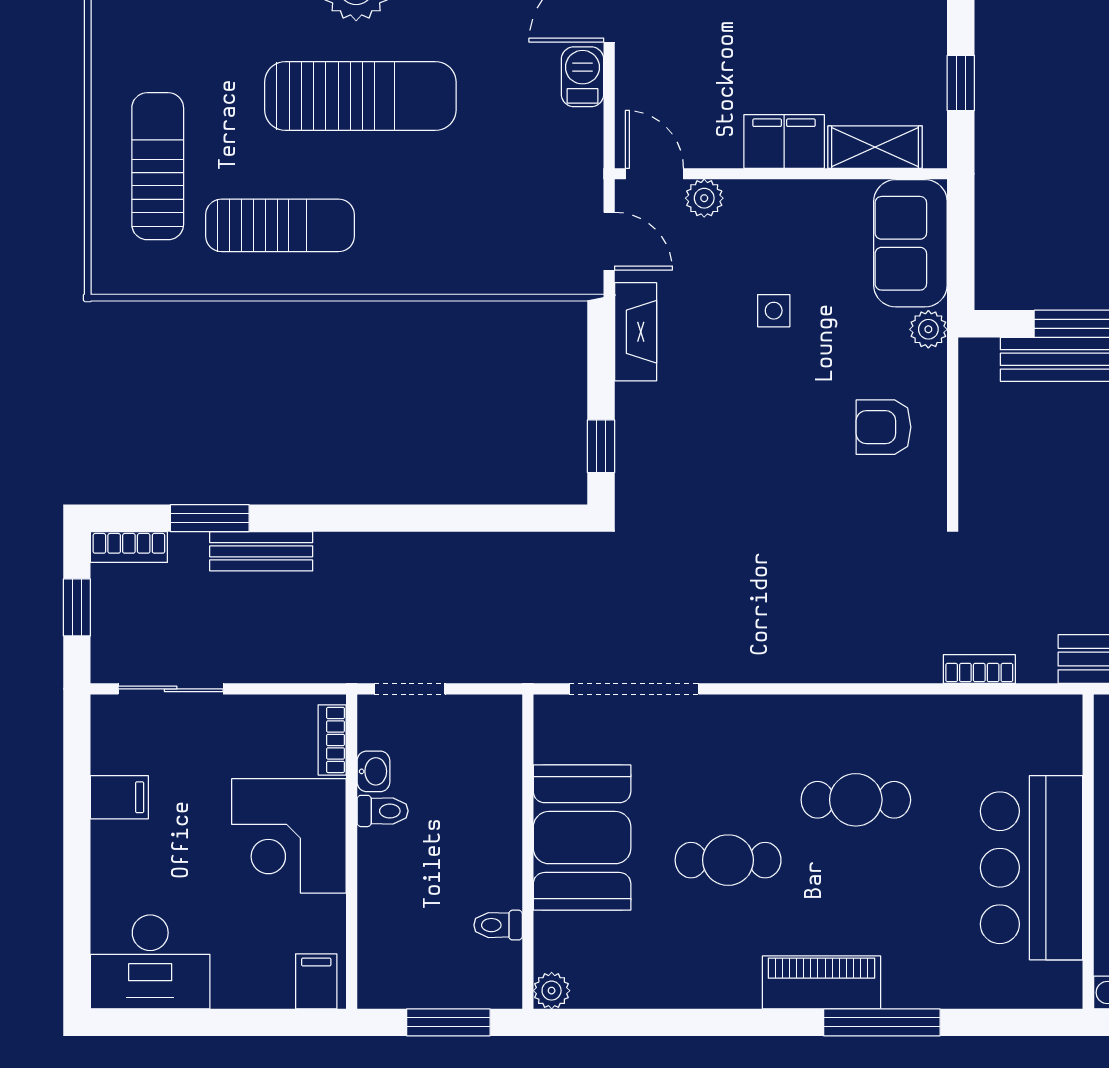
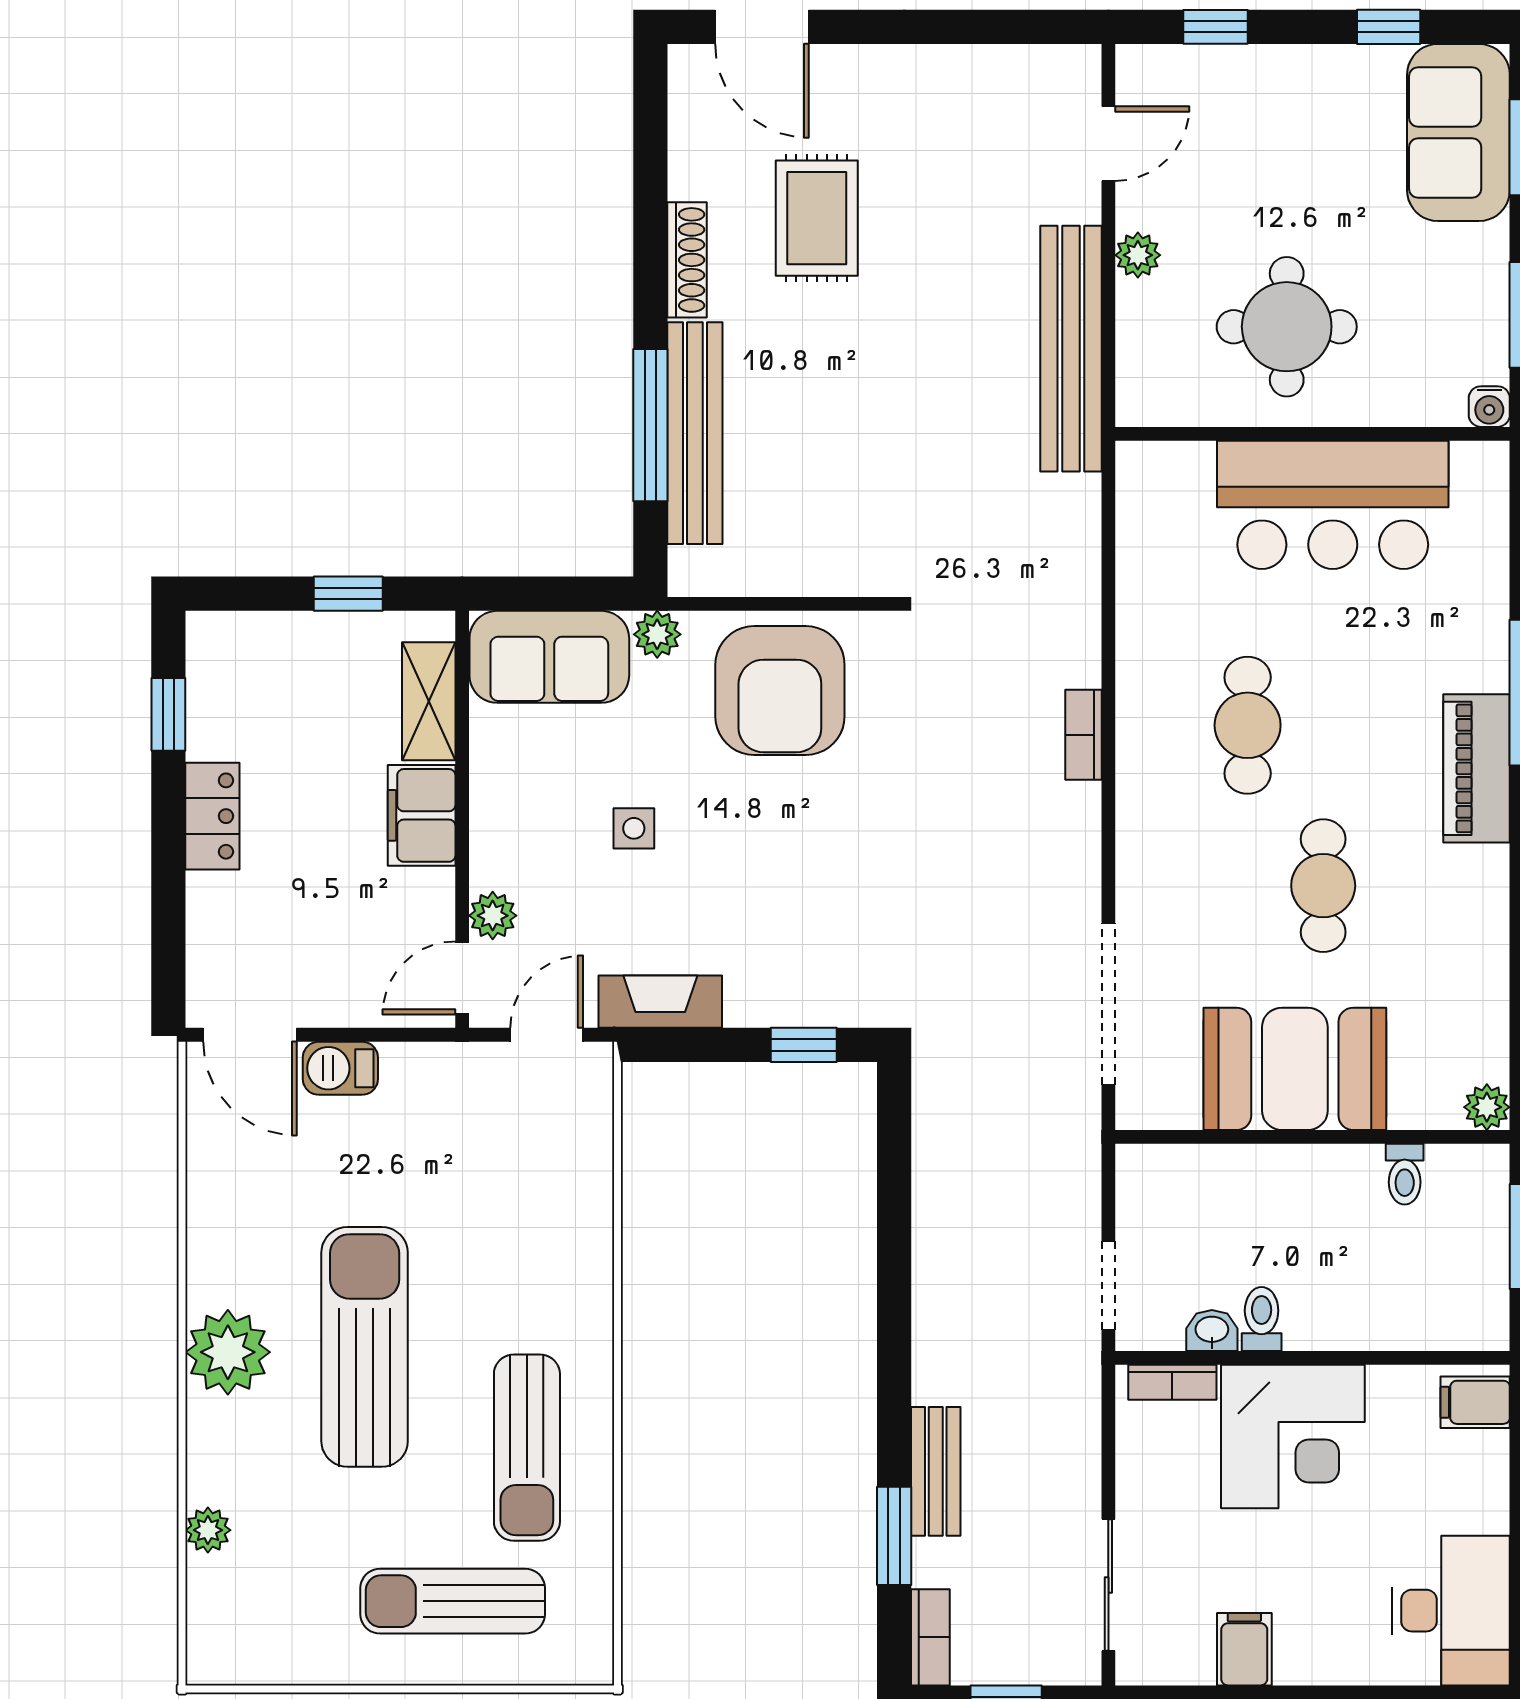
sun lounger: (280, 225) -> (527, 1448), turned 180
armchair: (884, 427) -> (780, 690), width x1.88, depth x1.88
bookcase: (979, 669) -> (1083, 735), moved

